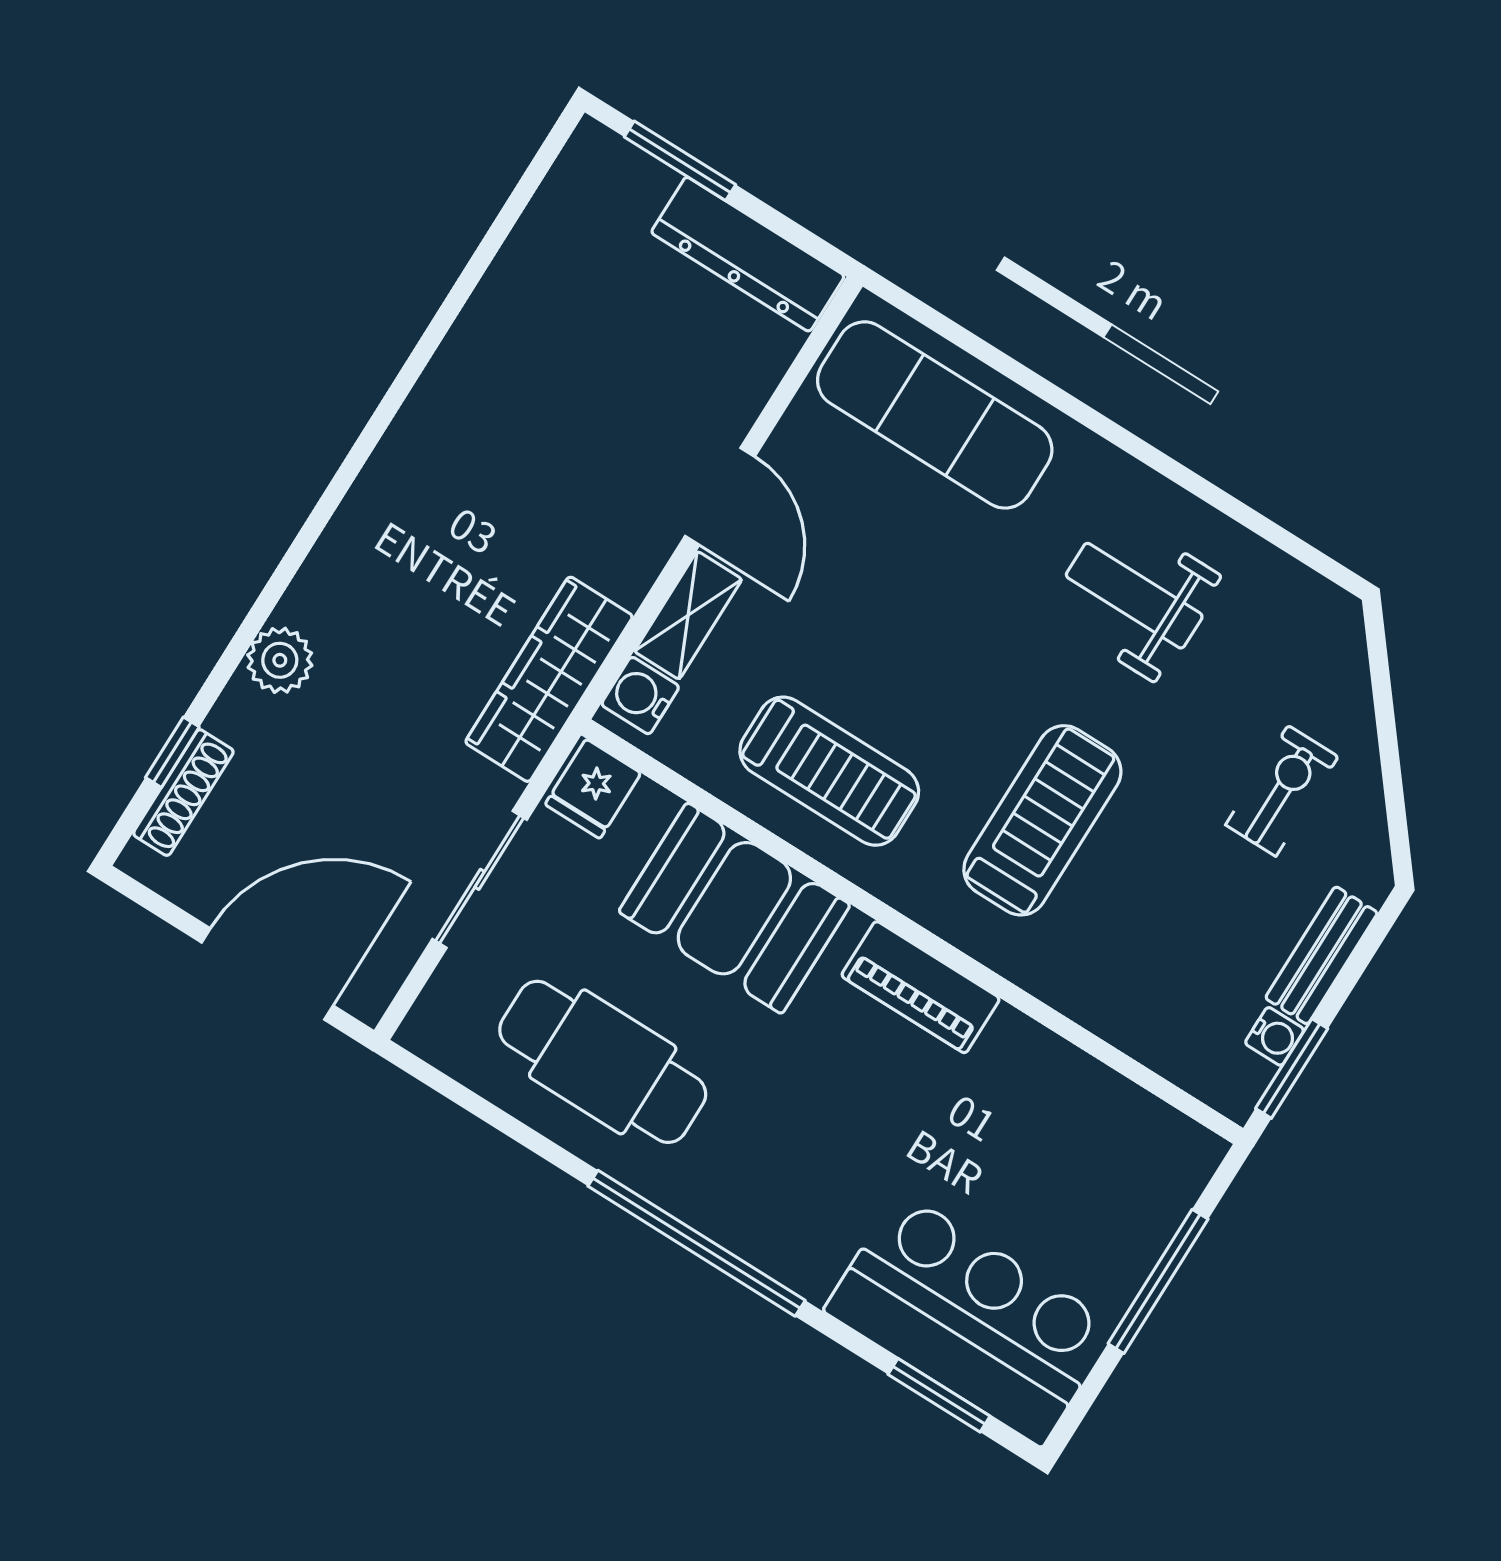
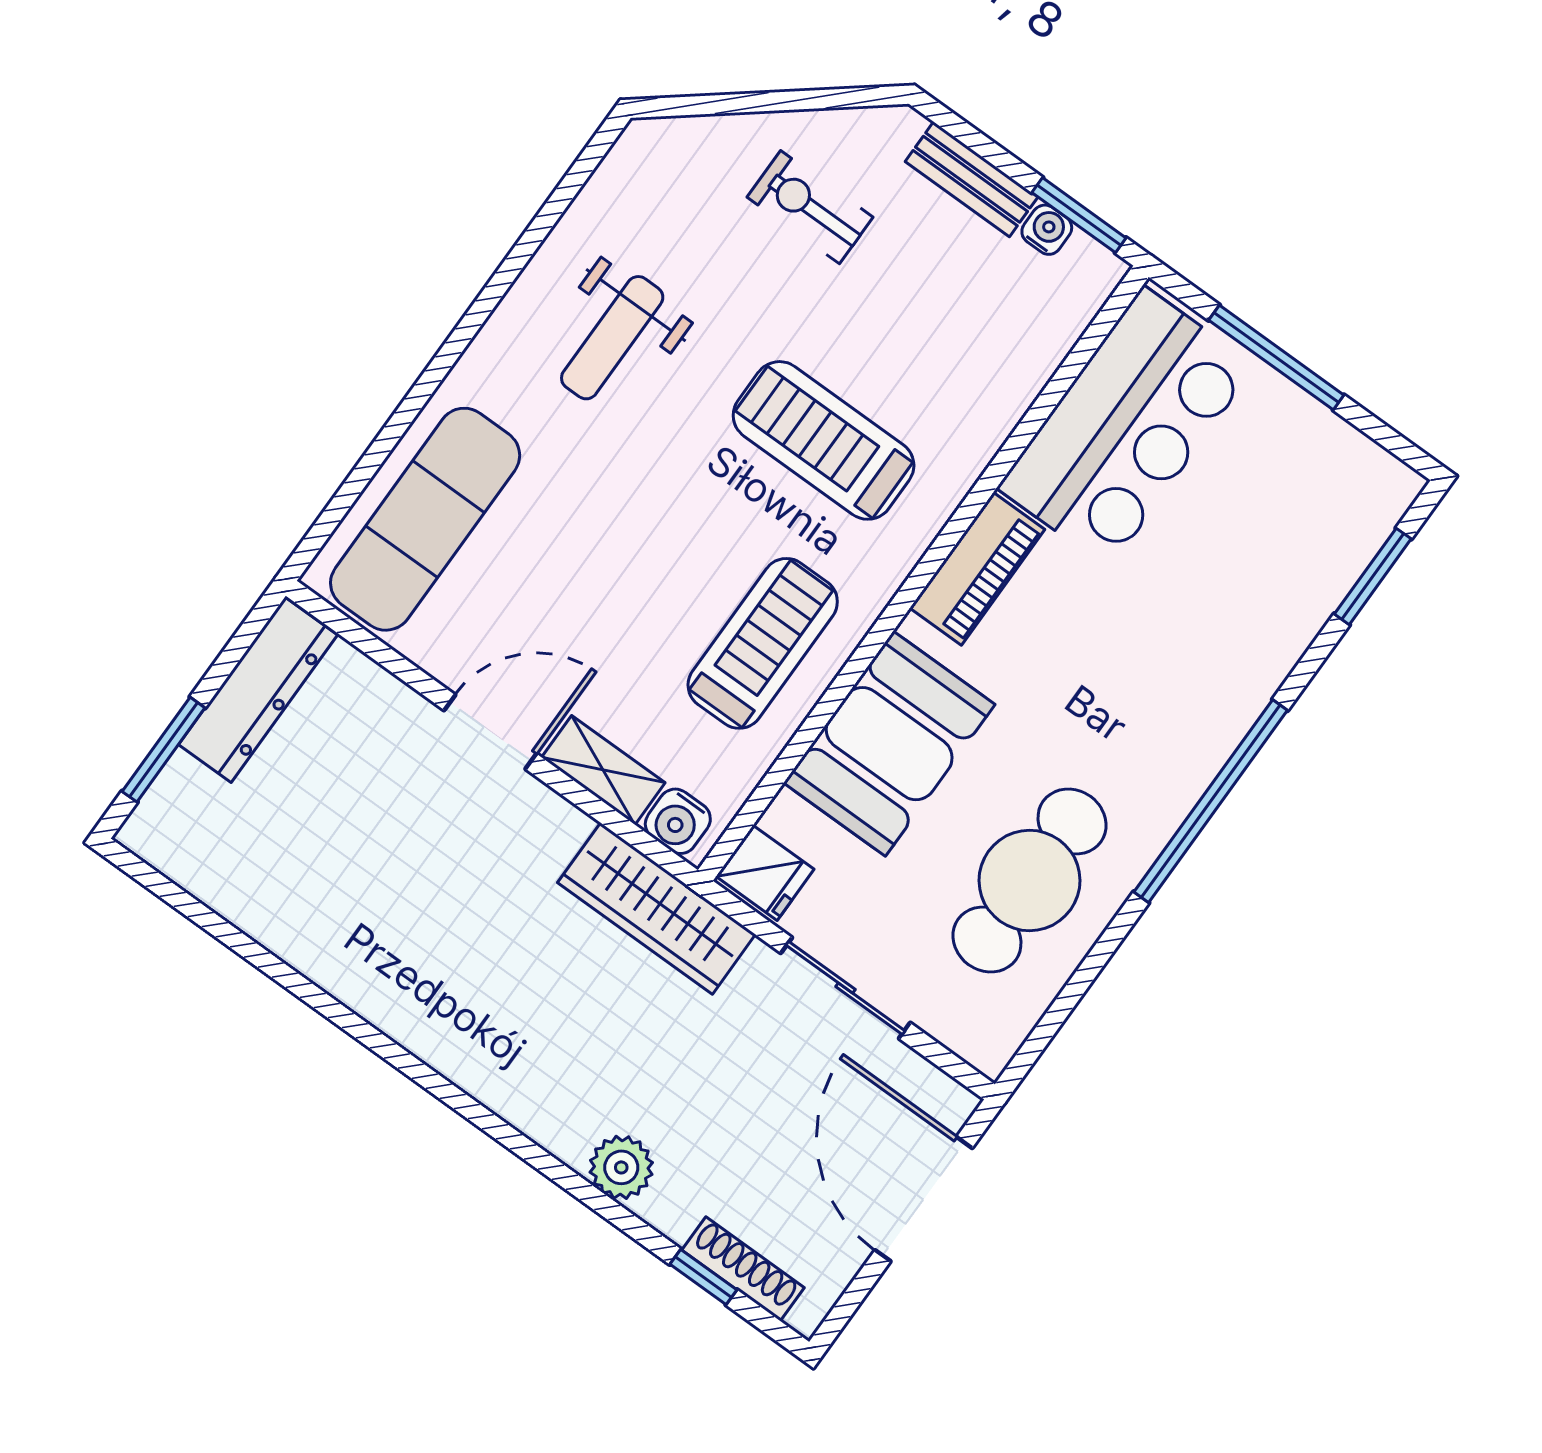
bar counter: (970, 1319) -> (1126, 427), moved, turned 180

